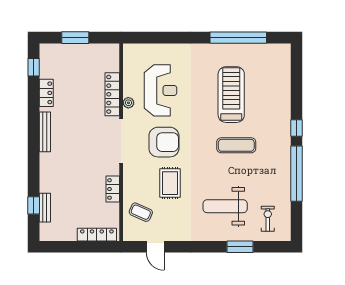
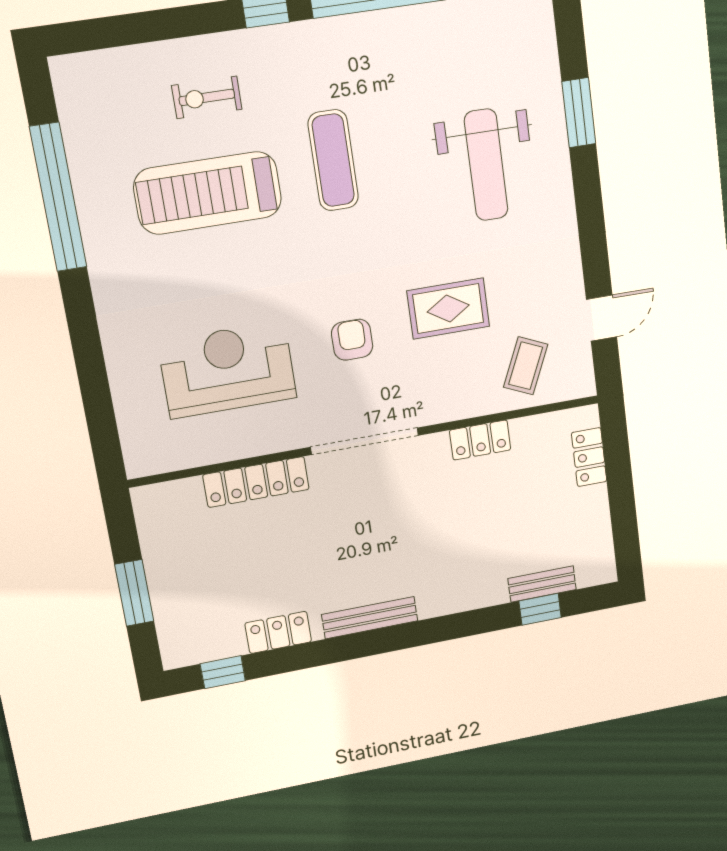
plant: (128, 103) -> (270, 441), removed
armchair: (164, 142) -> (352, 340), width x0.53, depth x0.53
exercise bike: (268, 219) -> (207, 97), moved
locker: (97, 235) -> (589, 457), width x0.66

